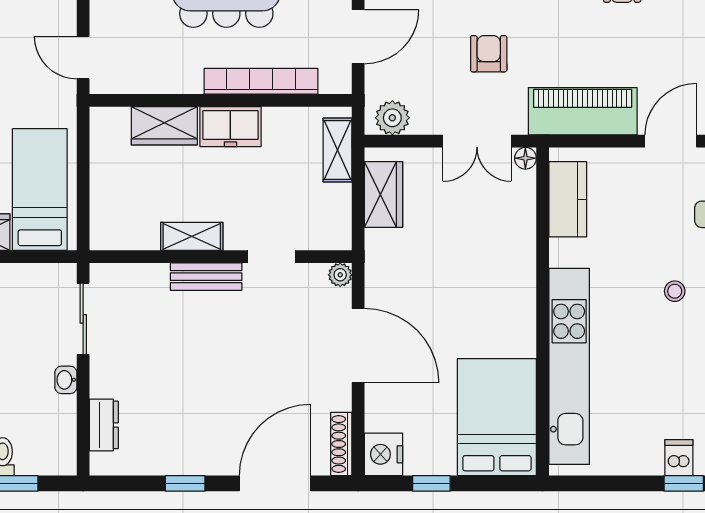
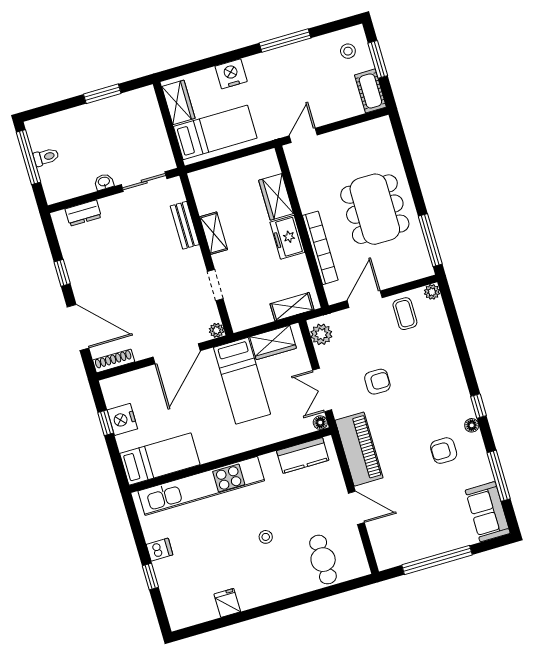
door: (358, 37) -> (365, 299), swing flipped
bed: (428, 258) -> (242, 381), added
bench: (206, 277) -> (185, 225), moved
bed: (497, 417) -> (160, 459), width x0.67
nightstand: (383, 454) -> (122, 419), moved, turned -90
dishwasher: (679, 458) -> (160, 550), moved

